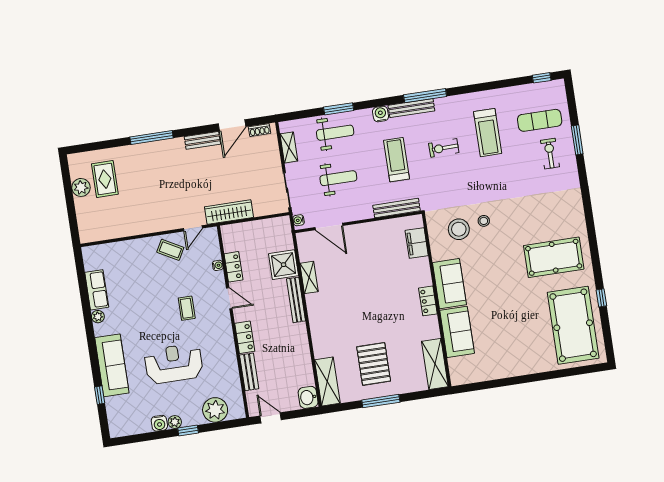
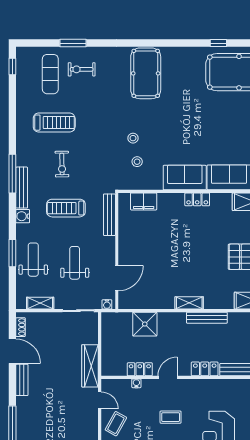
stool: (459, 229) -> (137, 162), width x0.53, depth x0.53
pool table: (554, 257) -> (146, 73), moved
shelving: (309, 277) -> (189, 303), moved
bench: (296, 300) -> (207, 318), moved

